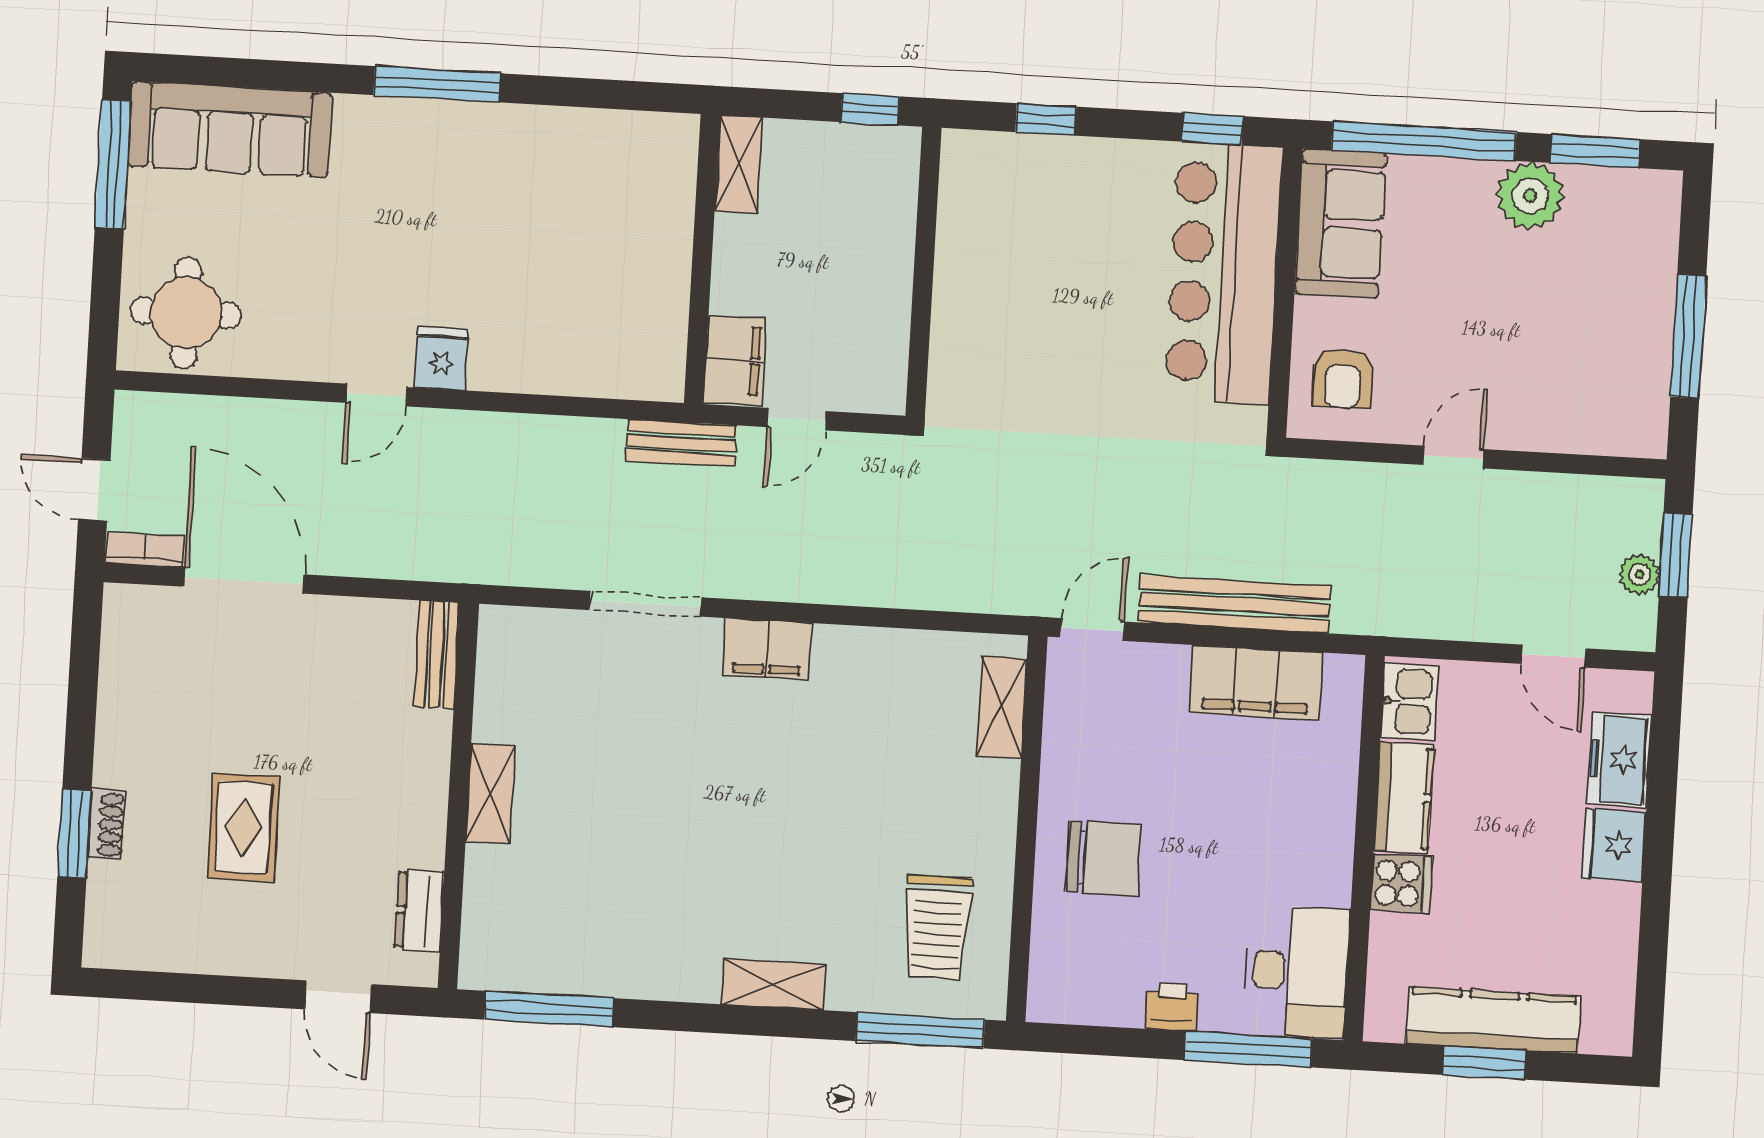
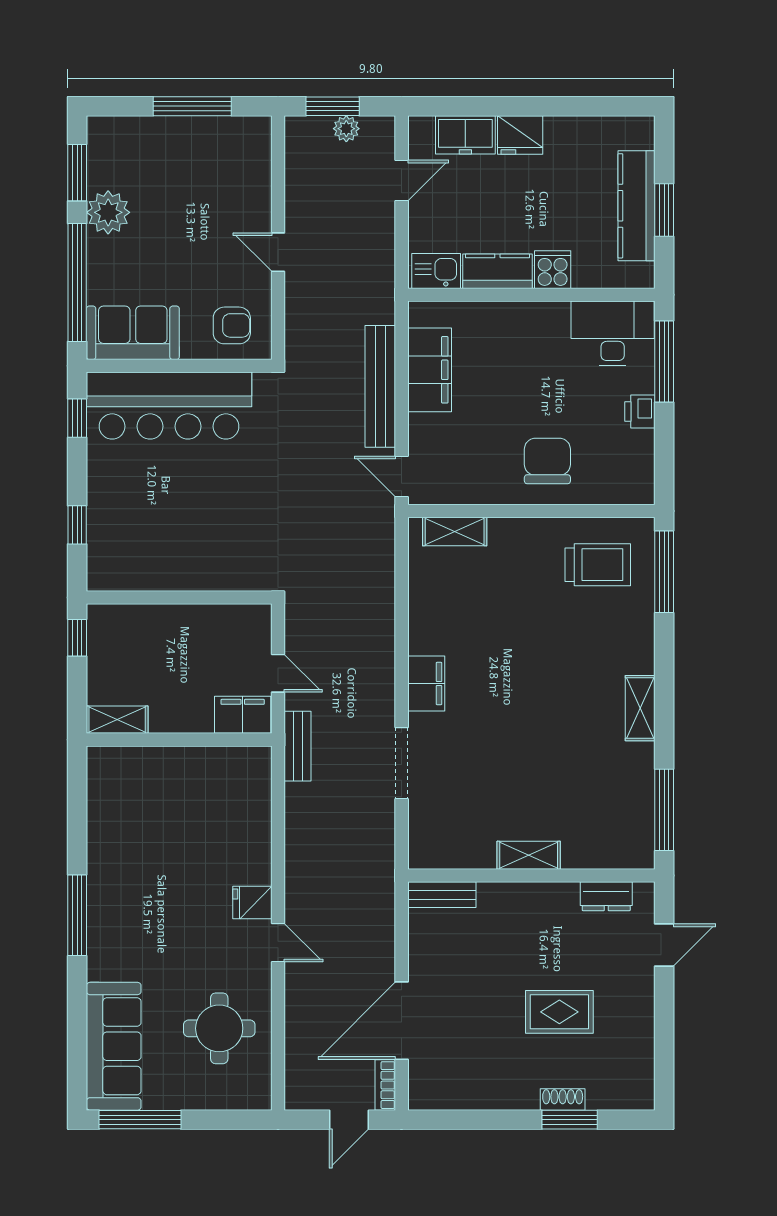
round table: (186, 313) -> (219, 1028), moved
shelving: (774, 984) -> (640, 708), moved

